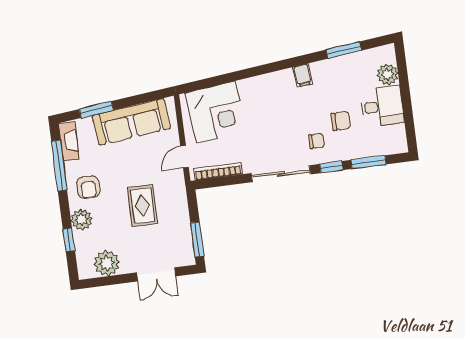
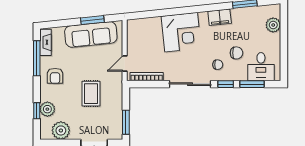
filing cabinet: (303, 75) -> (220, 17), width x2.00
desk: (382, 106) -> (261, 67), moved, turned 90
window: (96, 110) -> (92, 20), moved
corner desk: (216, 112) -> (181, 32), moved
plant: (82, 220) -> (47, 109), moved

